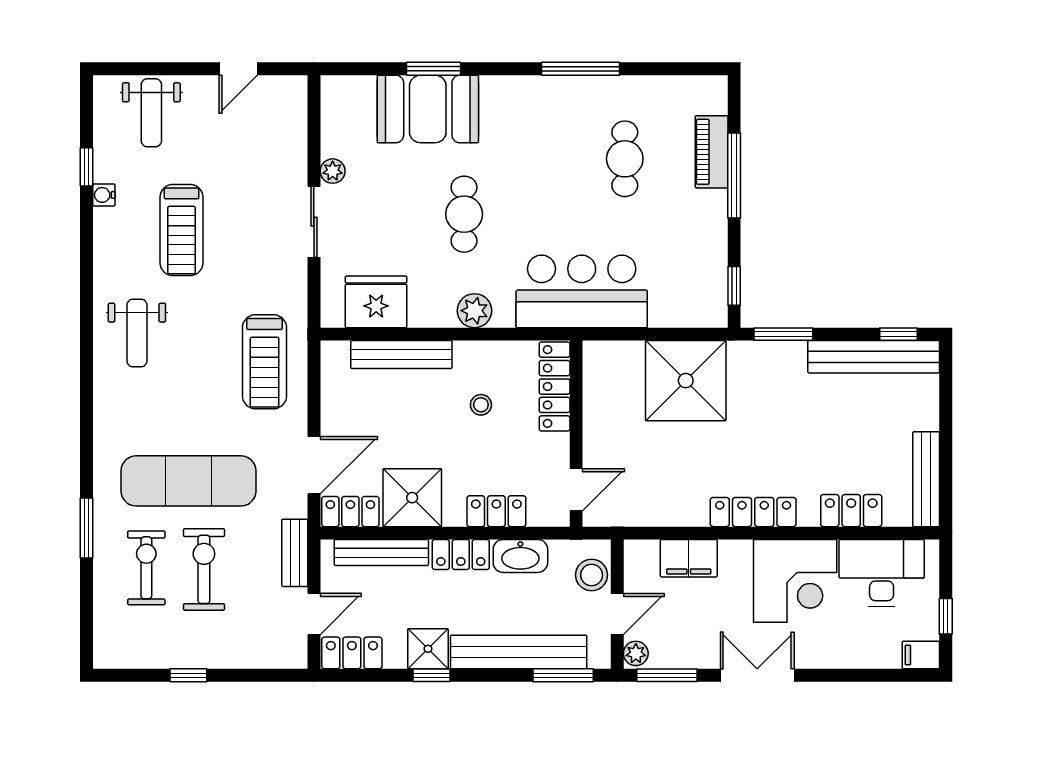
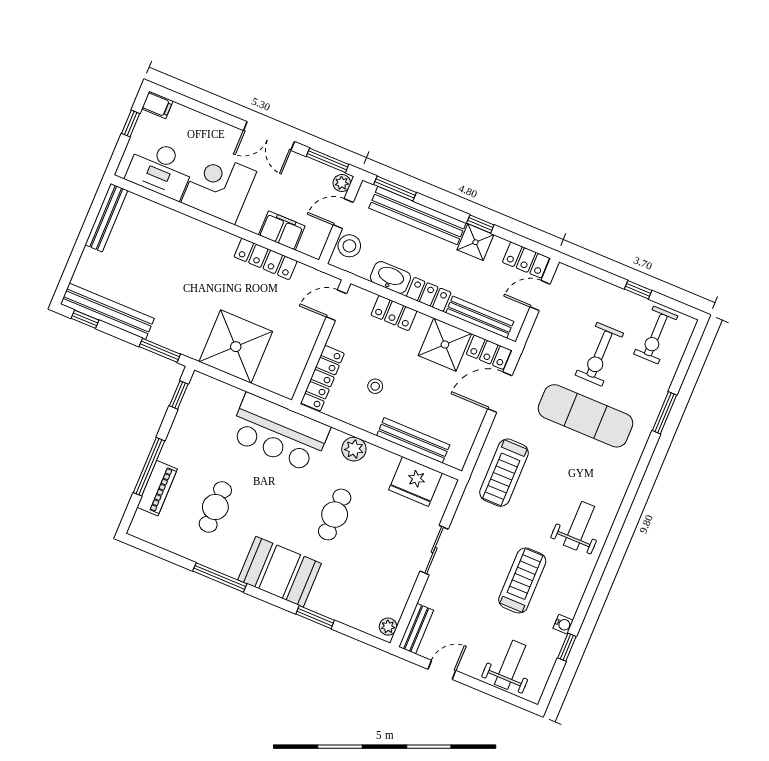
booth: (428, 109) -> (280, 572), moved
plant: (333, 171) -> (388, 627), moved
treadmill: (264, 362) -> (504, 473), turned 180
locker: (851, 511) -> (163, 218), removed
locker: (753, 512) -> (266, 259), moved
bench: (295, 553) -> (416, 629), moved
exercise bike: (146, 568) -> (656, 335), moved

